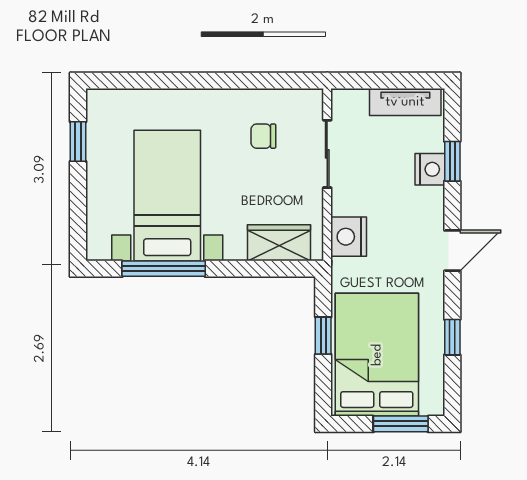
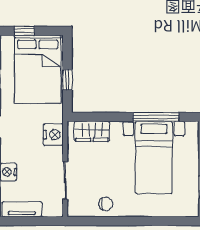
chair: (263, 136) -> (106, 204), moved
window: (401, 424) -> (24, 31), width x0.67

